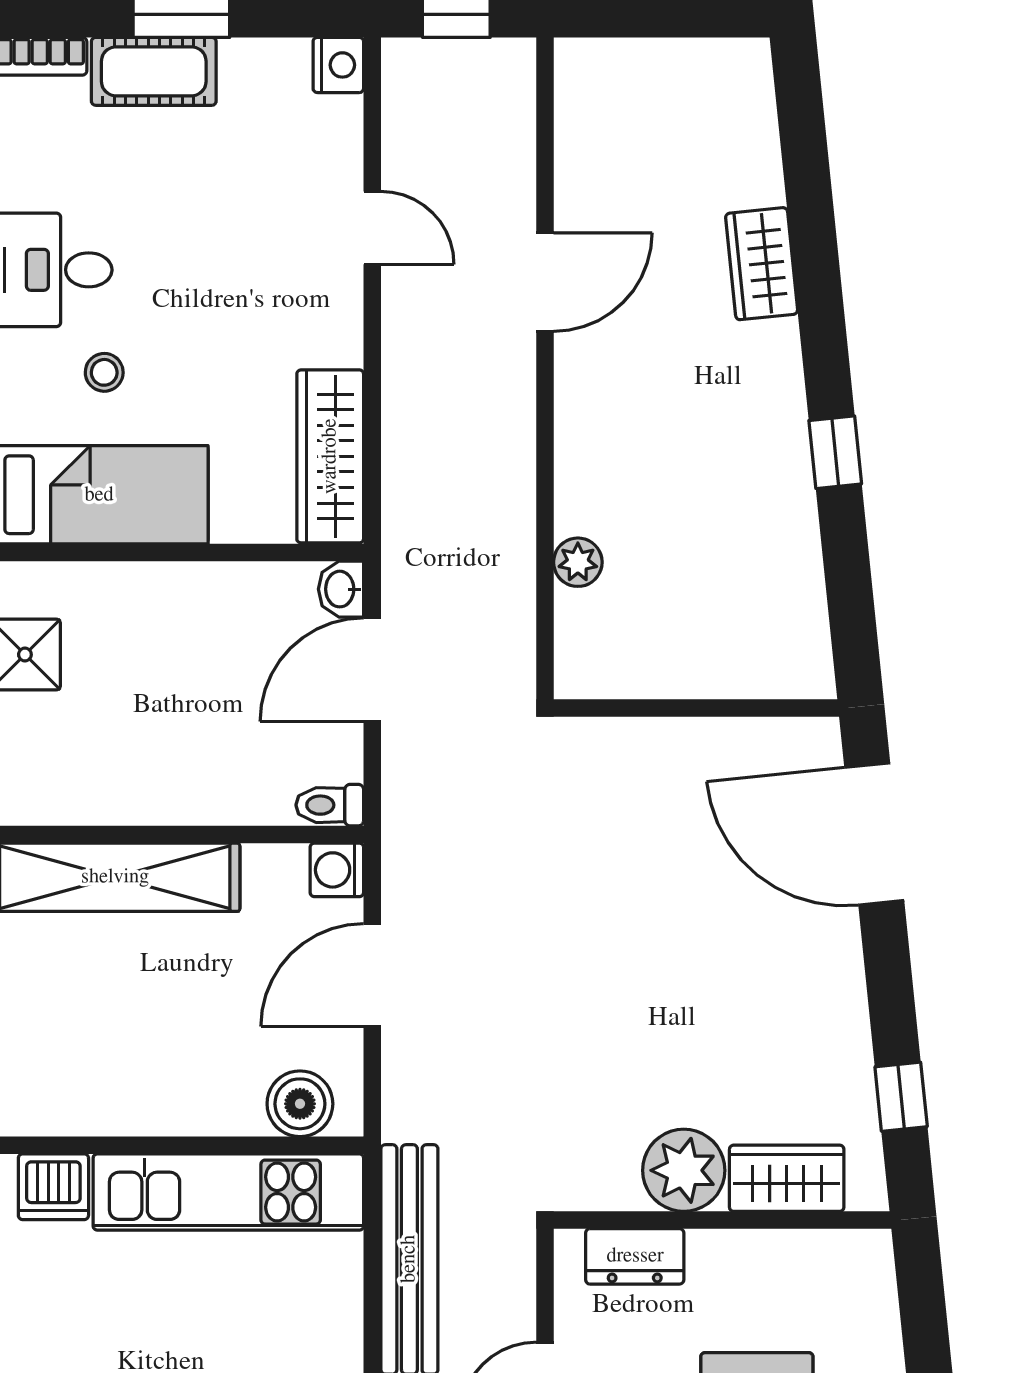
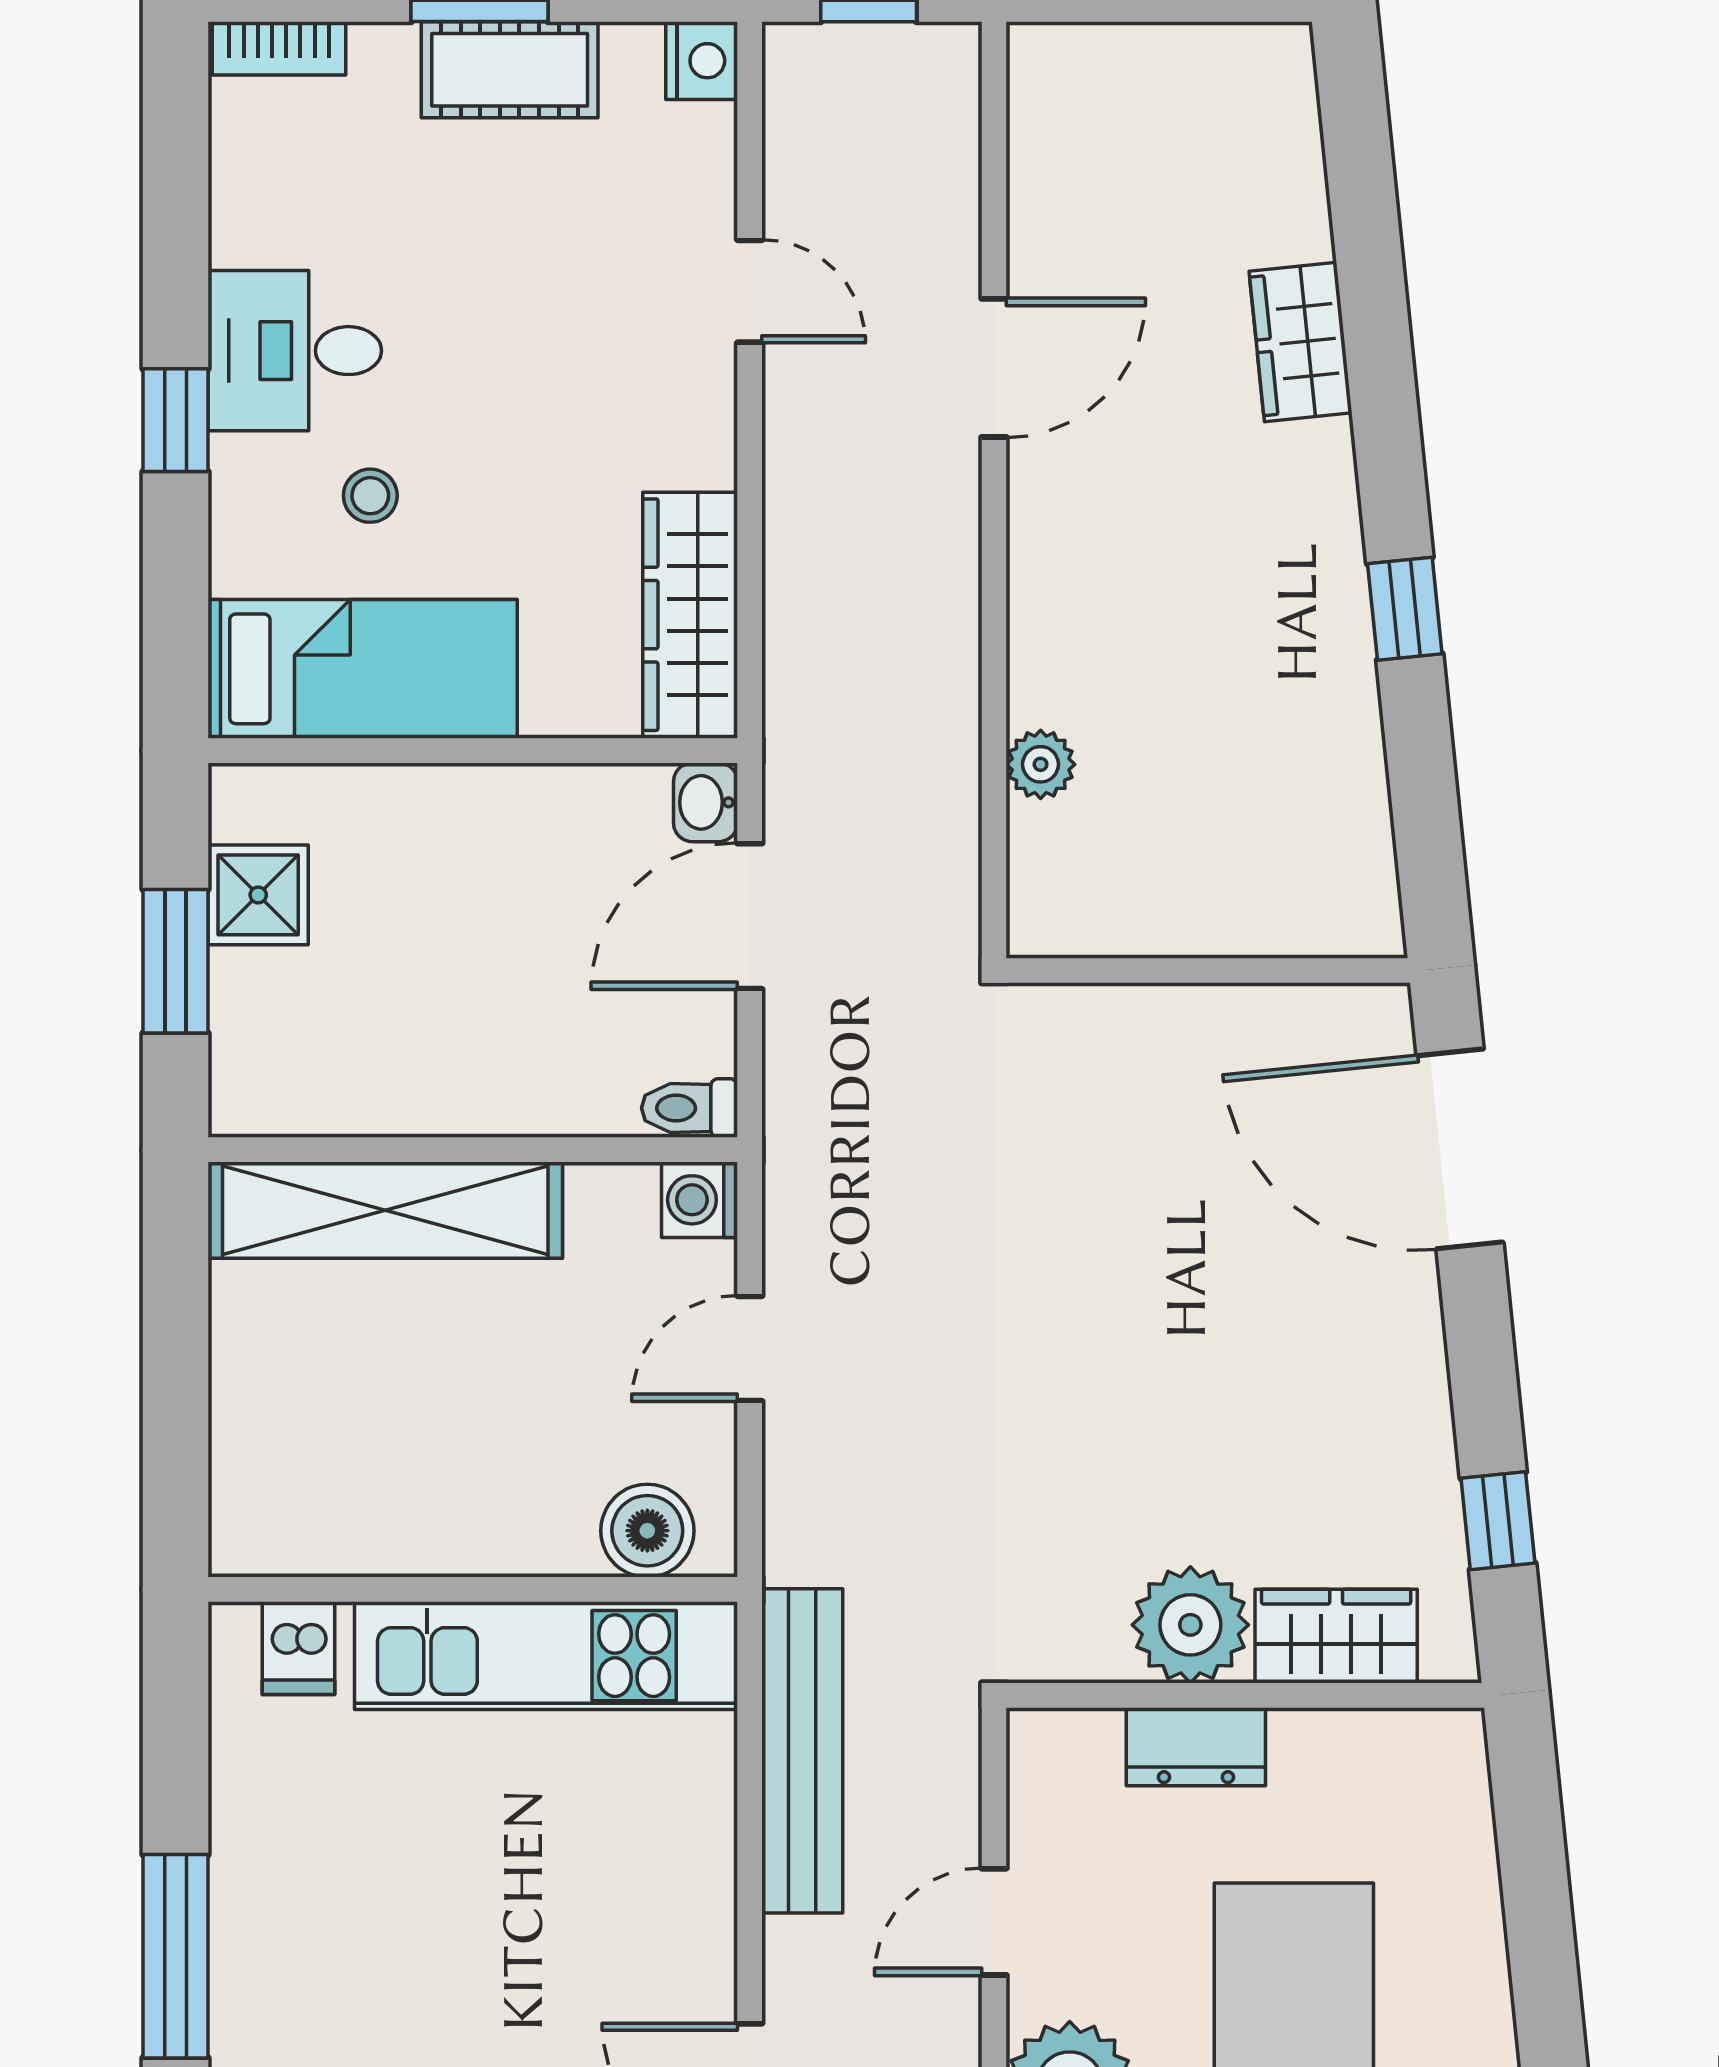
cot: (154, 71) -> (510, 70), moved
door: (372, 975) -> (750, 1349), width x0.73
dishwasher: (53, 1187) -> (298, 1648), width x0.73
dresser: (635, 1256) -> (1196, 1747), moved

